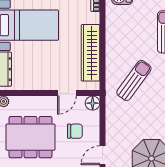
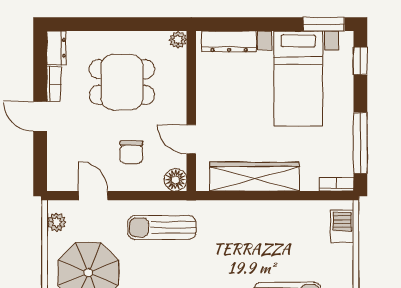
sun lounger: (134, 80) -> (162, 227), moved, turned 144
dining table: (30, 137) -> (122, 82), width x0.73

